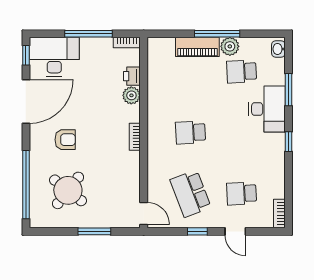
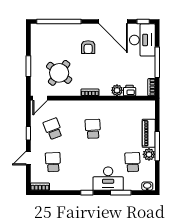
round table: (68, 190) -> (59, 73), moved
school desk: (191, 194) -> (53, 129), width x0.54

